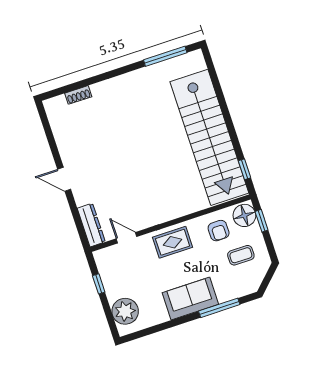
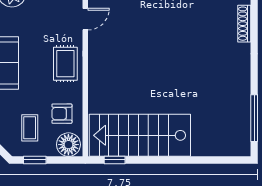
shoe rack: (78, 95) -> (244, 24), width x1.43
stairs: (209, 137) -> (140, 135), width x0.73
window: (262, 221) -> (35, 160), moved

